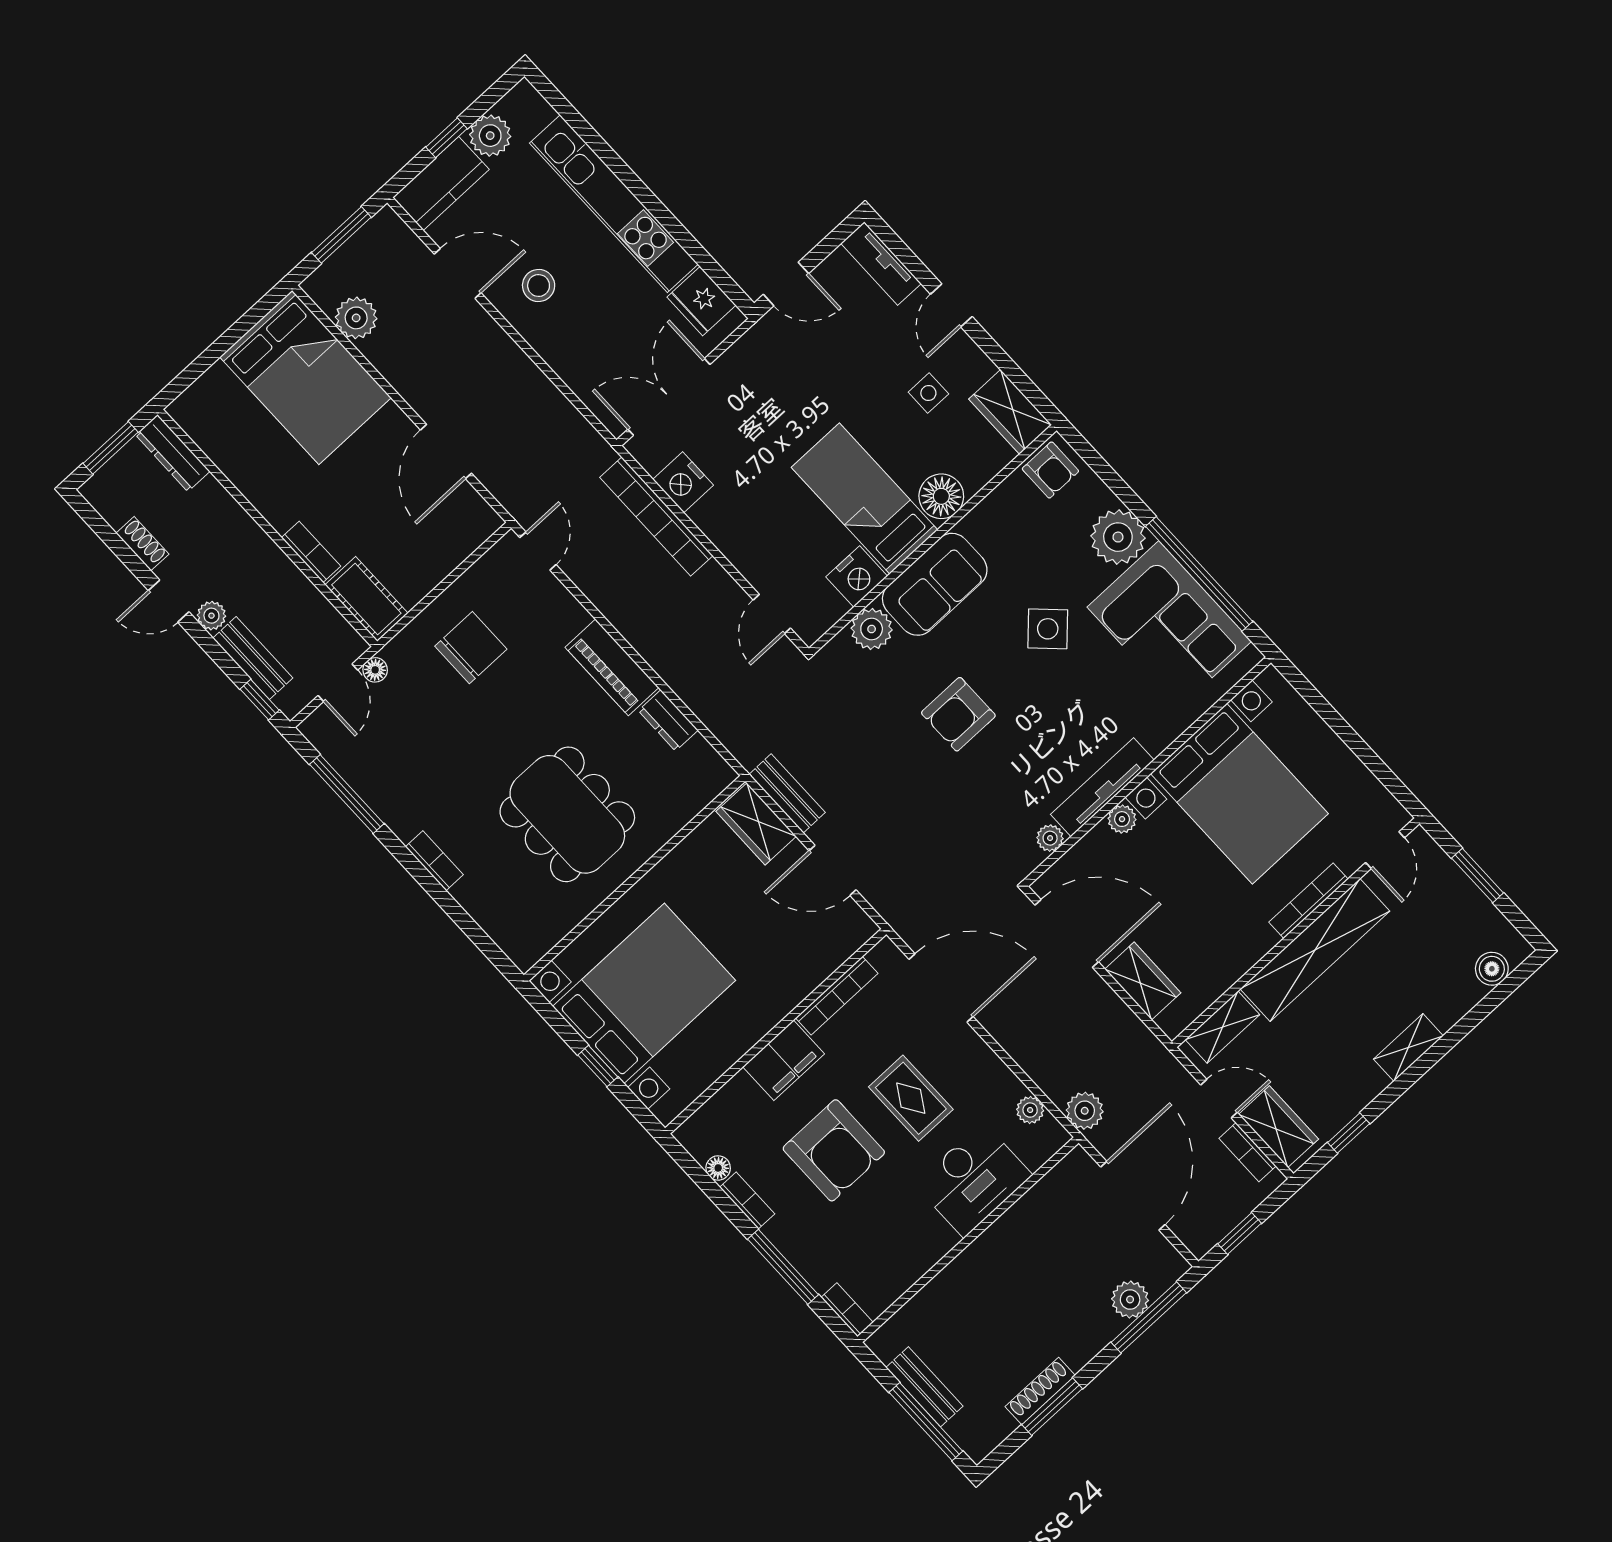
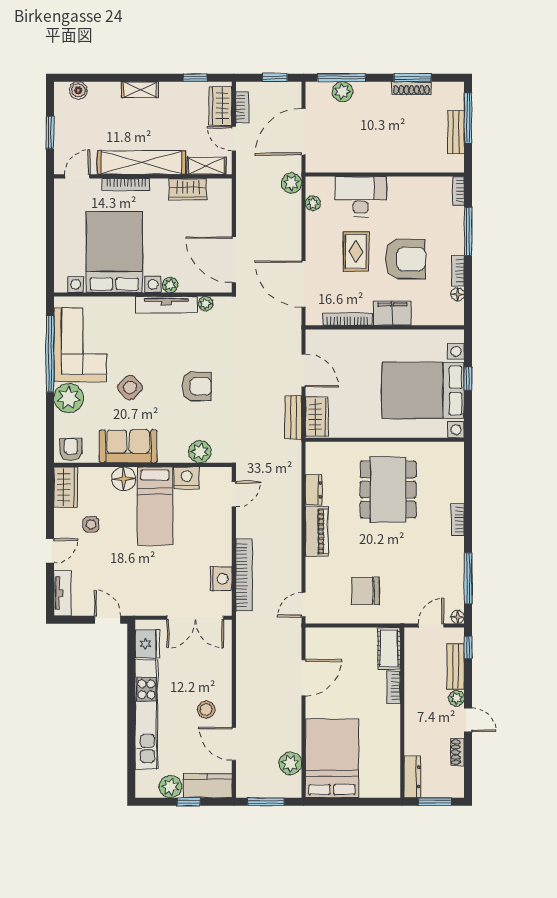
sofa: (935, 584) -> (128, 446), moved
floor lamp: (375, 670) -> (458, 617), moved
wardrobe: (1143, 981) -> (188, 189), moved, turned -90
armchair: (834, 1150) -> (405, 259), turned 90

